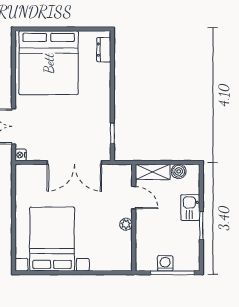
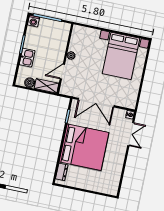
bed: (49, 63) -> (84, 147), moved, turned 90
double door: (74, 162) -> (96, 103), swing flipped
door: (134, 198) -> (62, 72), hinge flipped
washing machine: (165, 263) -> (34, 21), moved

